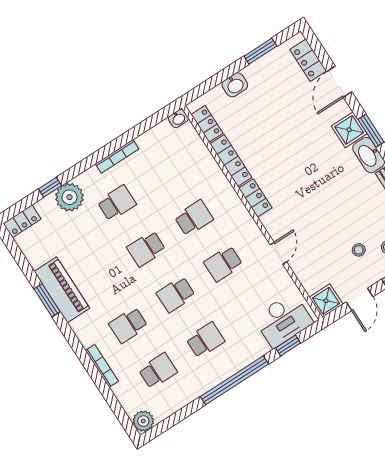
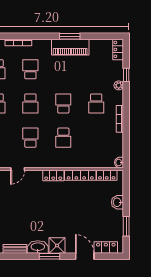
plant: (69, 197) -> (119, 85), width x0.53, depth x0.53
door: (278, 253) -> (18, 169), hinge flipped
school desk: (176, 294) -> (30, 103), turned 180

